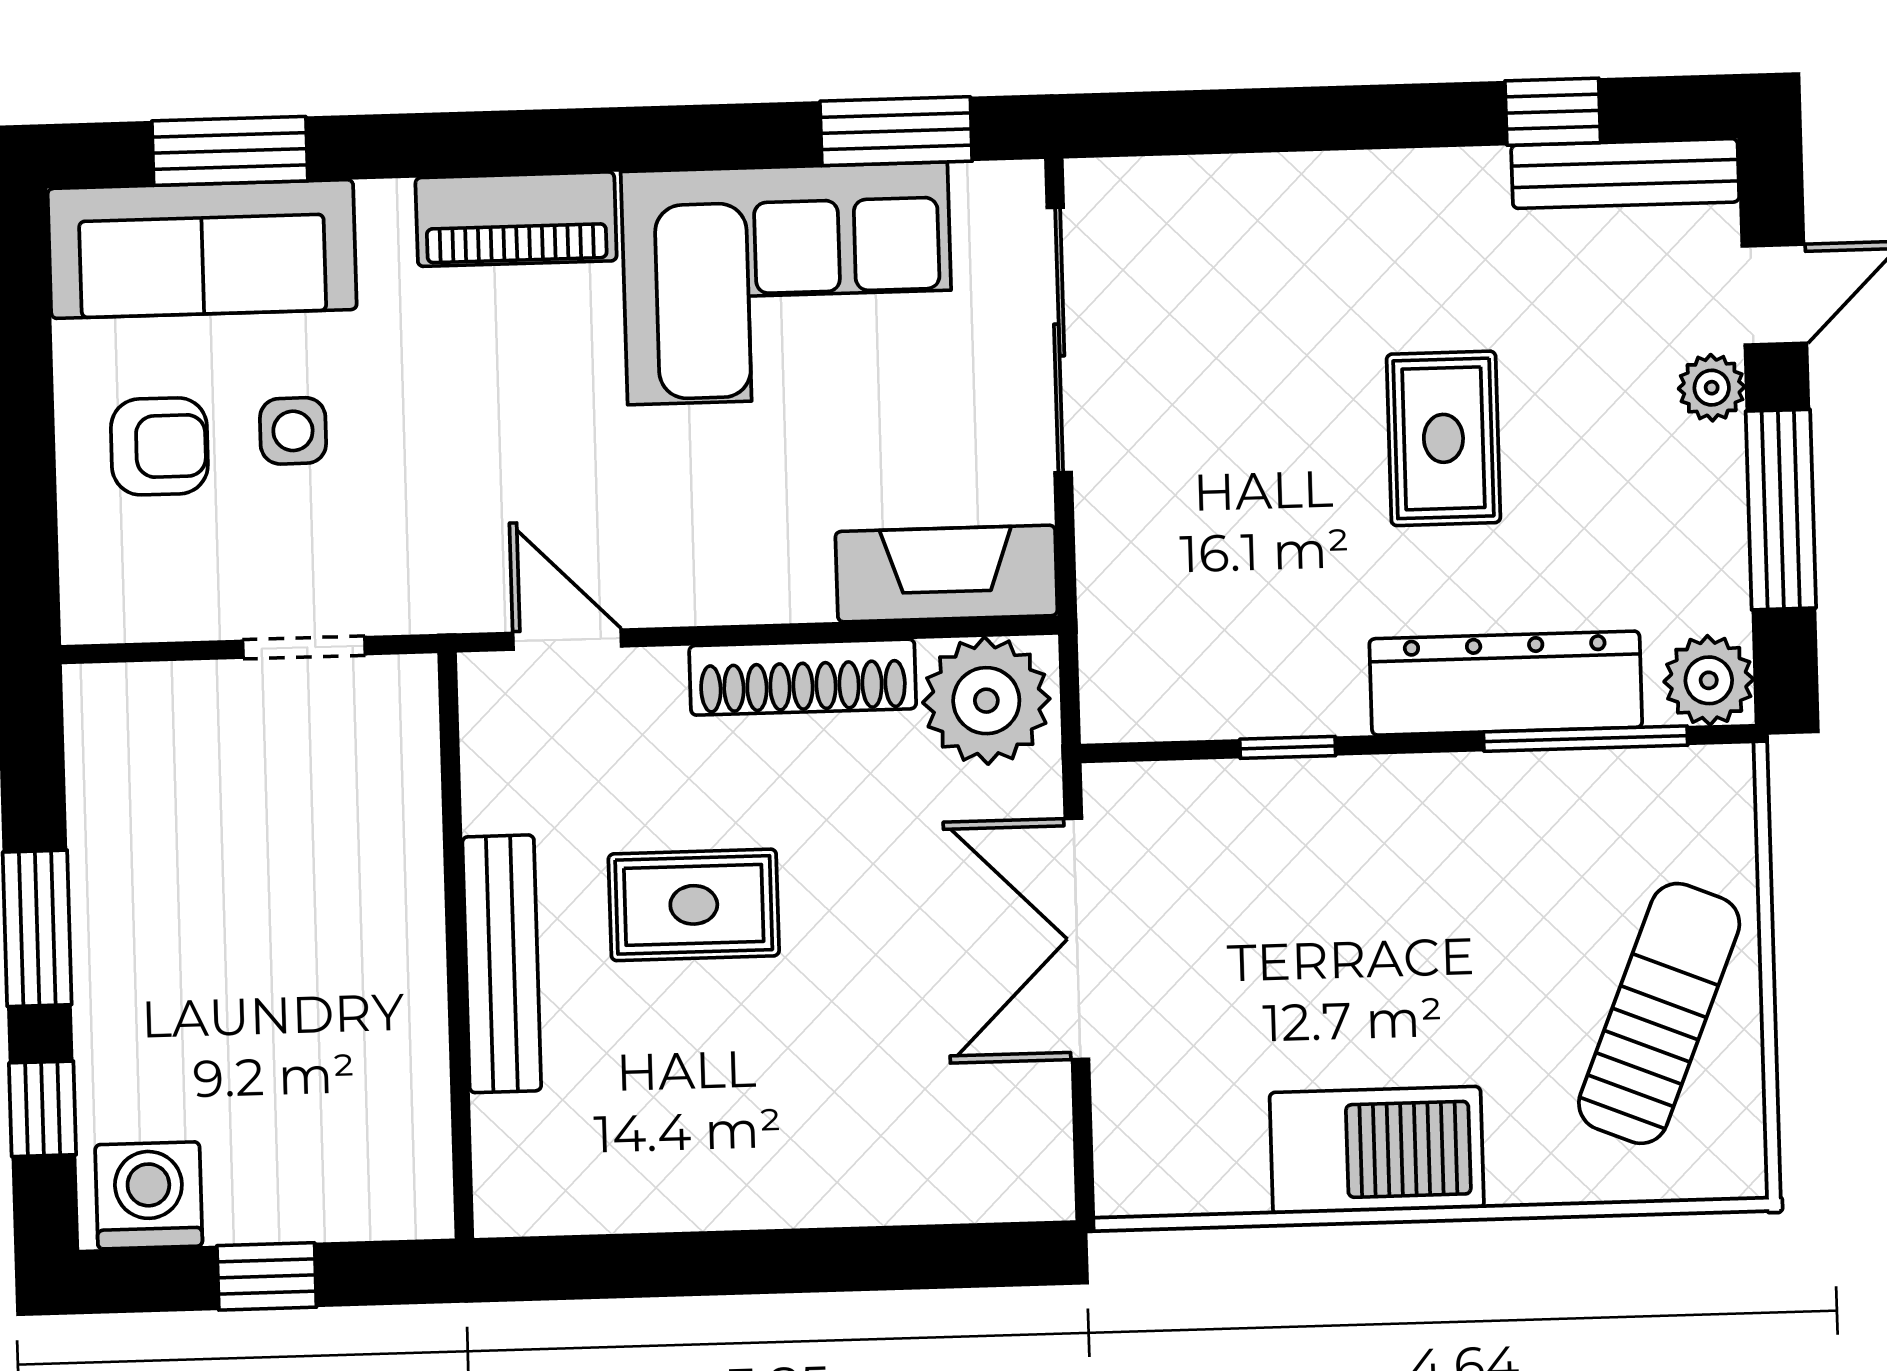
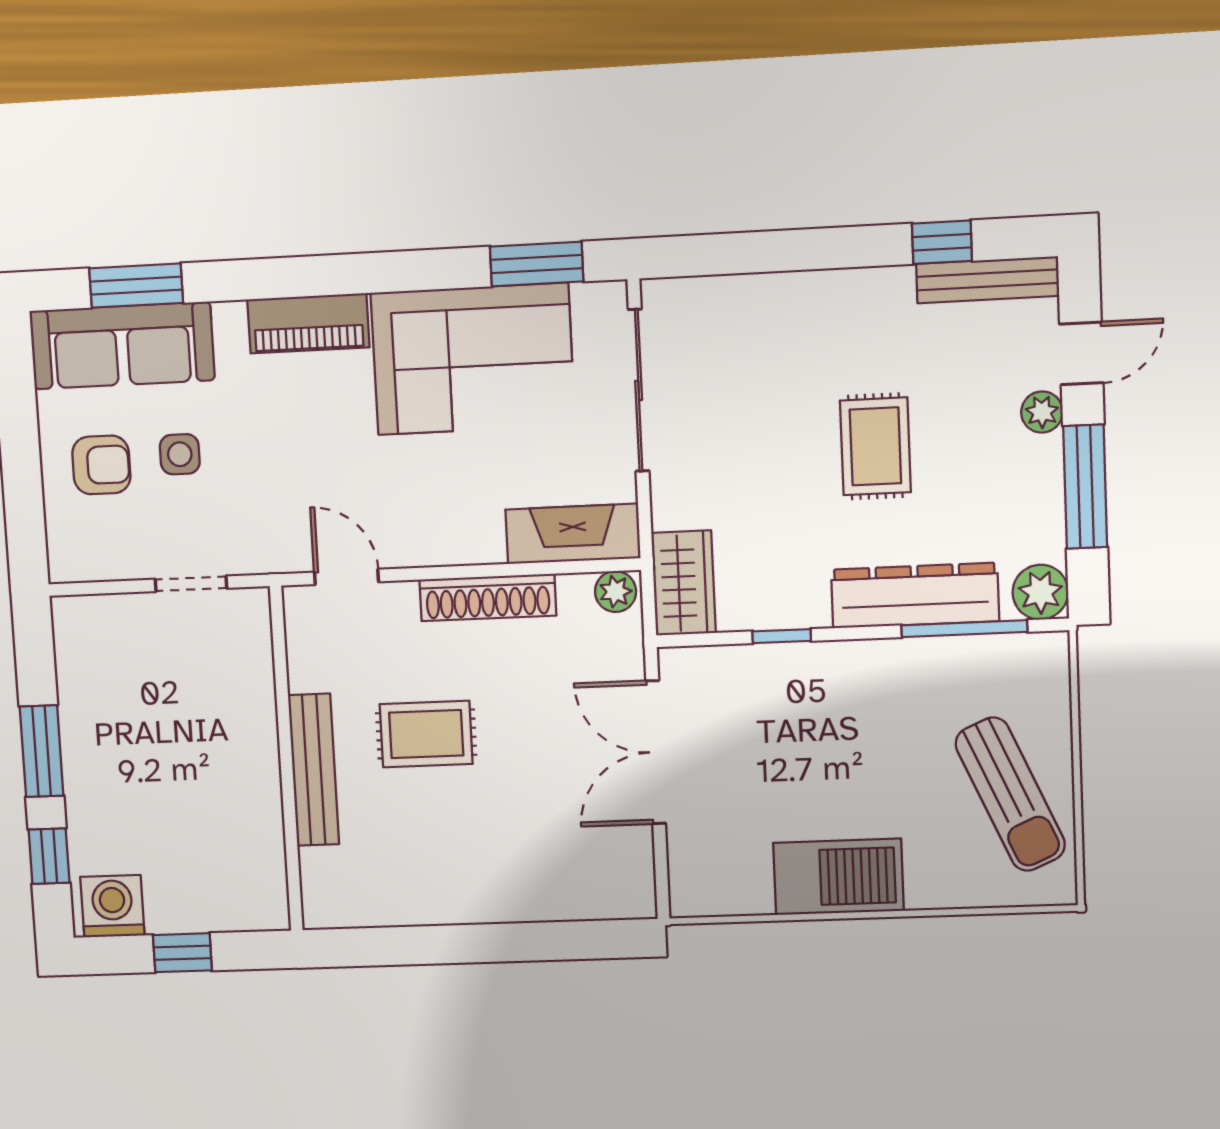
wardrobe: (1128, 657) -> (684, 583), added
plant: (986, 701) -> (616, 592), width x0.53, depth x0.53
sun lounger: (1659, 1013) -> (1010, 794), turned 134

